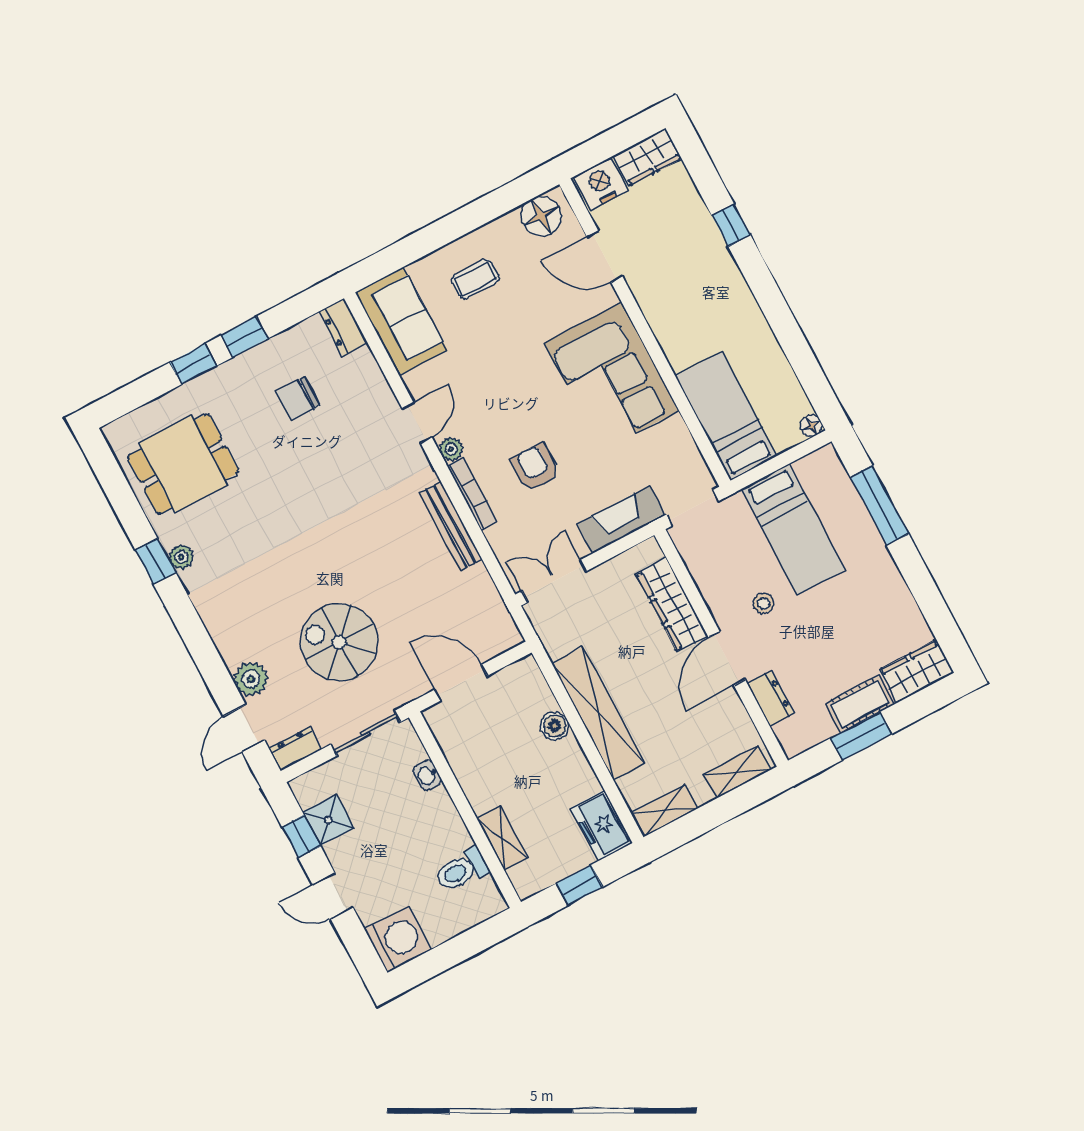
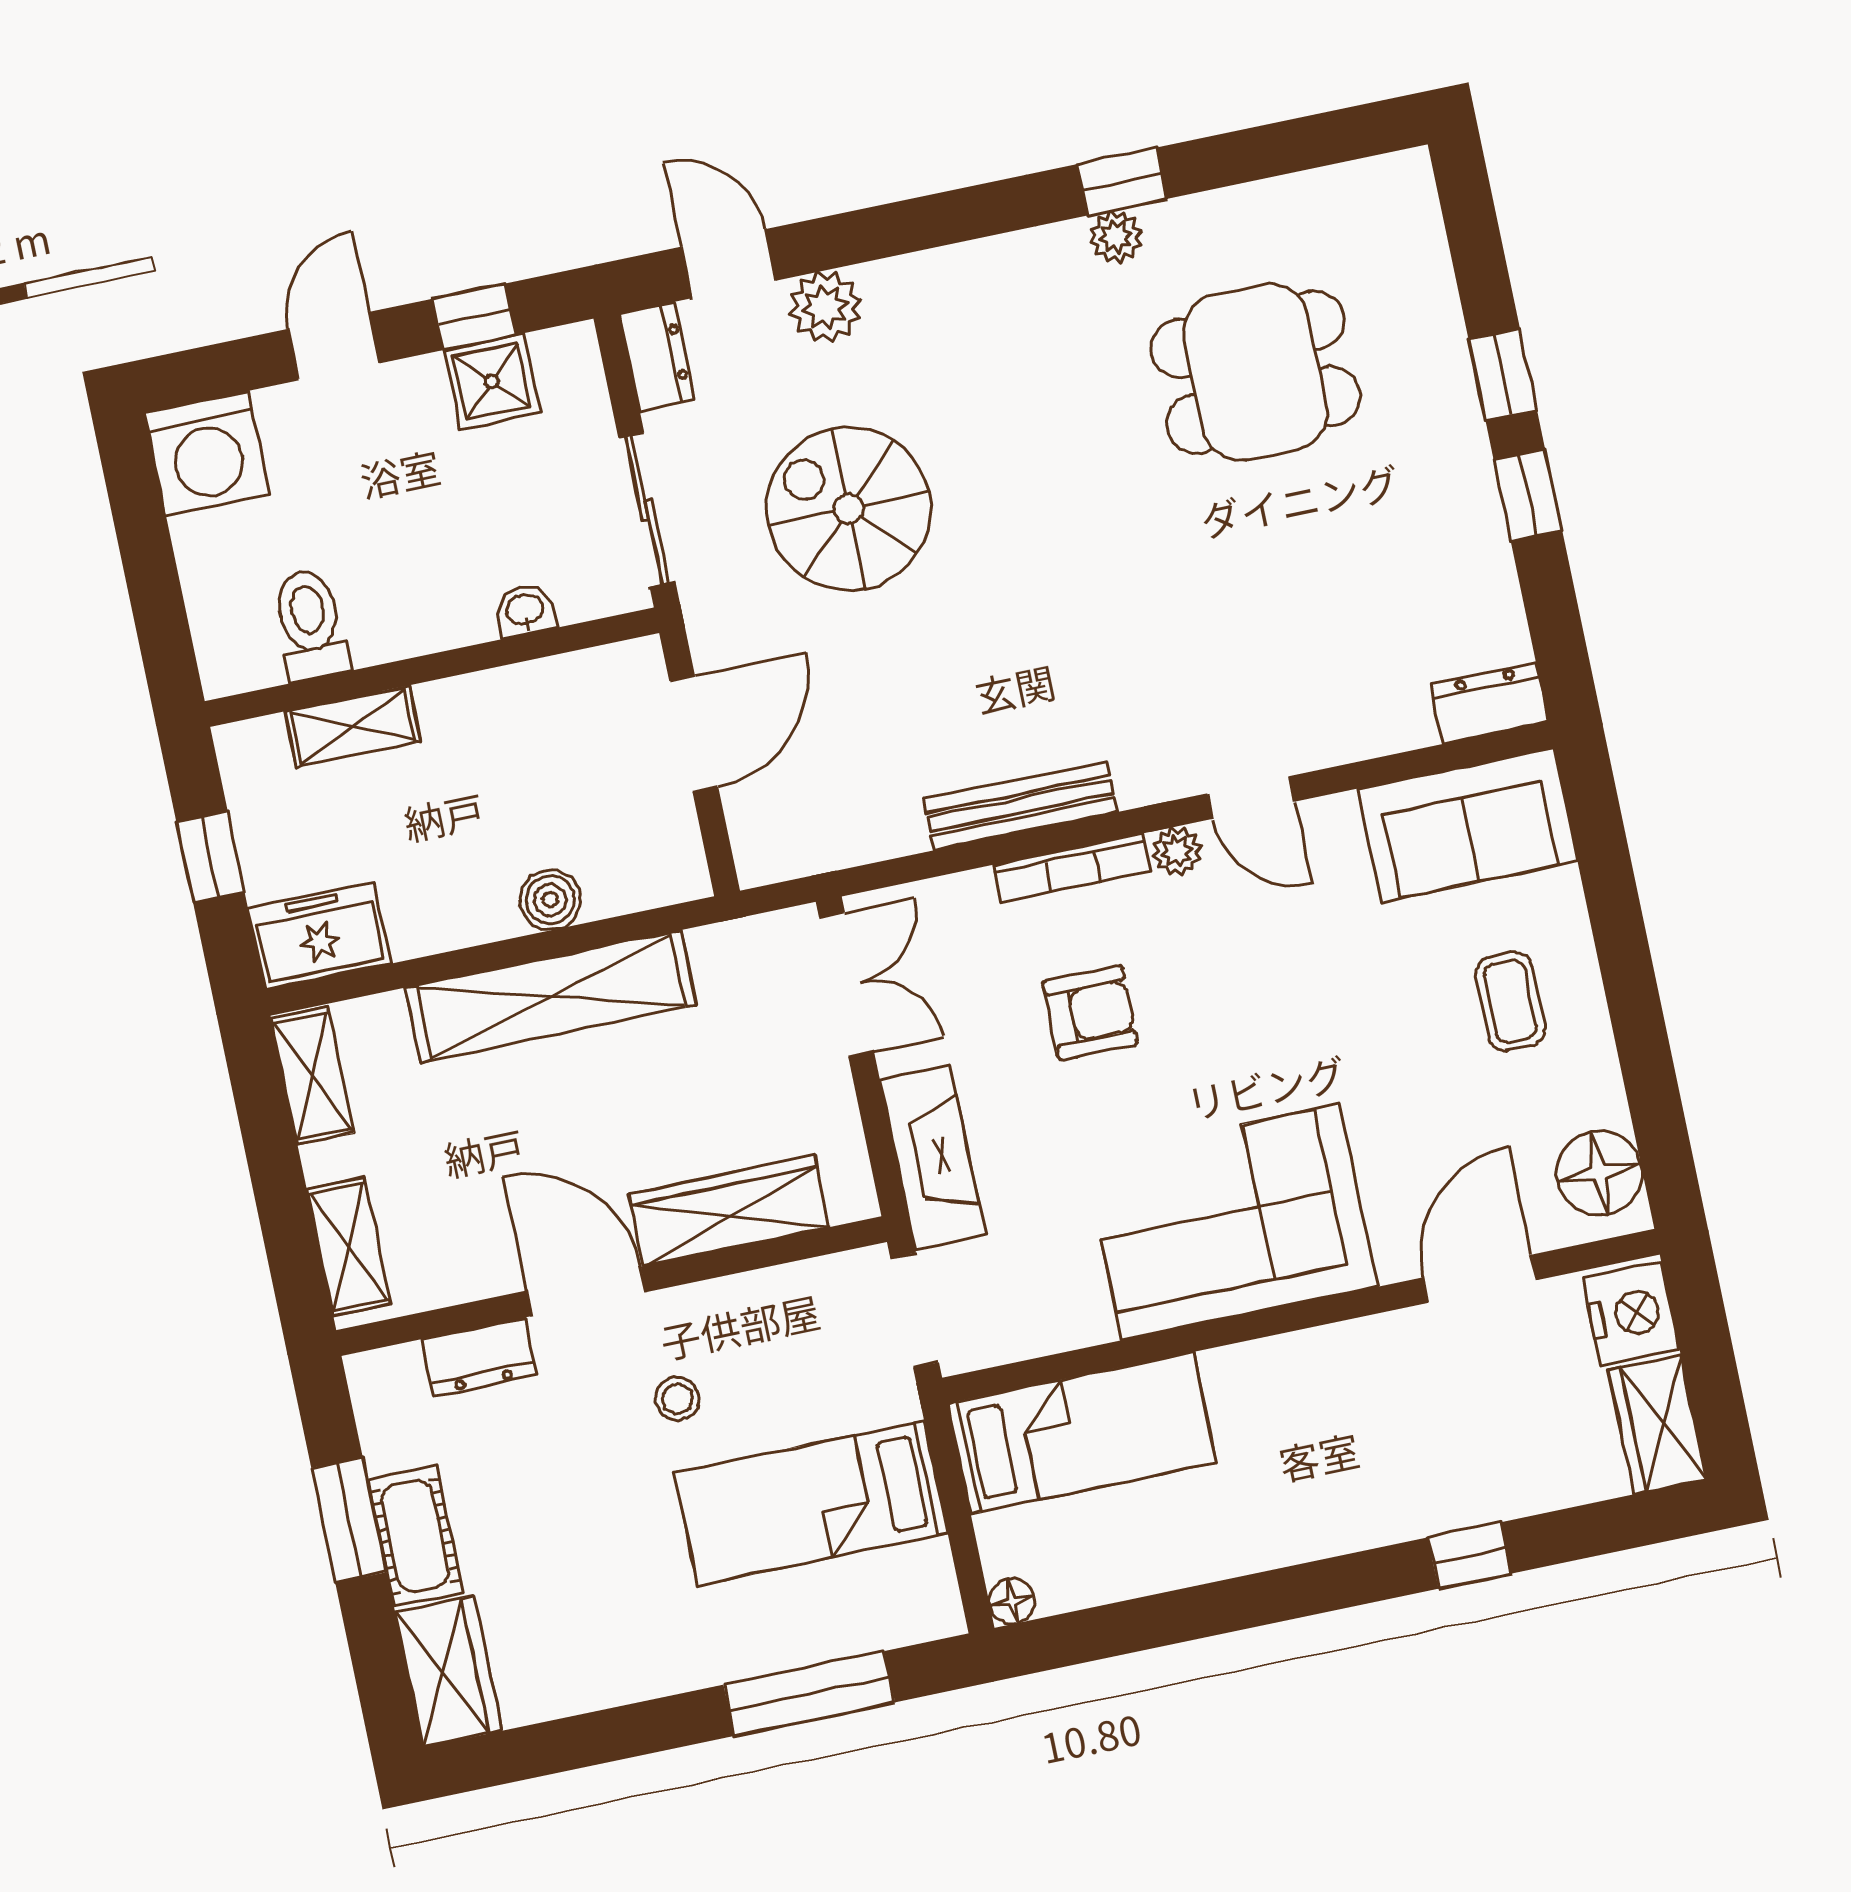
chair: (298, 398) -> (1371, 568), removed
dining table: (183, 464) -> (1255, 372), moved, turned 90
spiral stairs: (339, 642) -> (849, 509), turned -90

